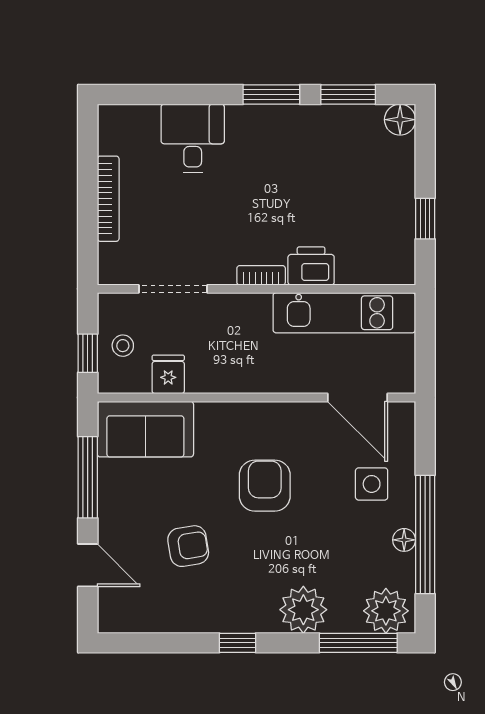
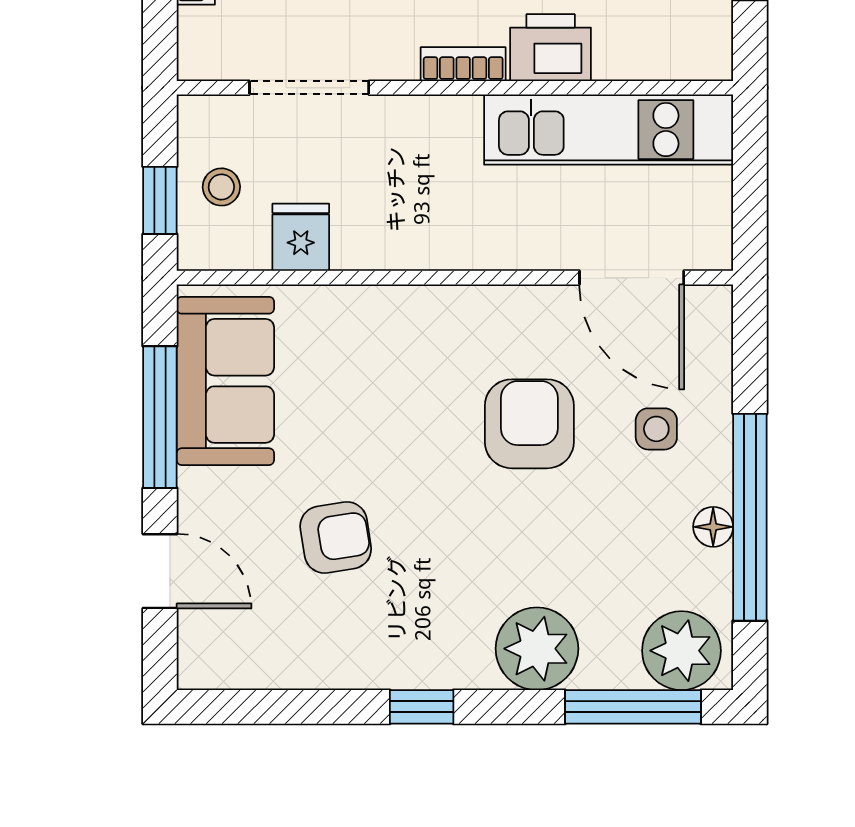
sofa: (145, 429) -> (225, 381), moved, turned -90
side table: (372, 484) -> (656, 429), width x0.73, depth x0.73
armchair: (265, 486) -> (529, 424), moved

